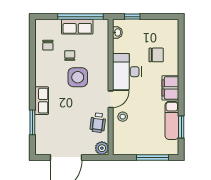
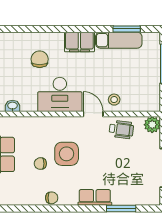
chair: (48, 45) -> (52, 198), moved

